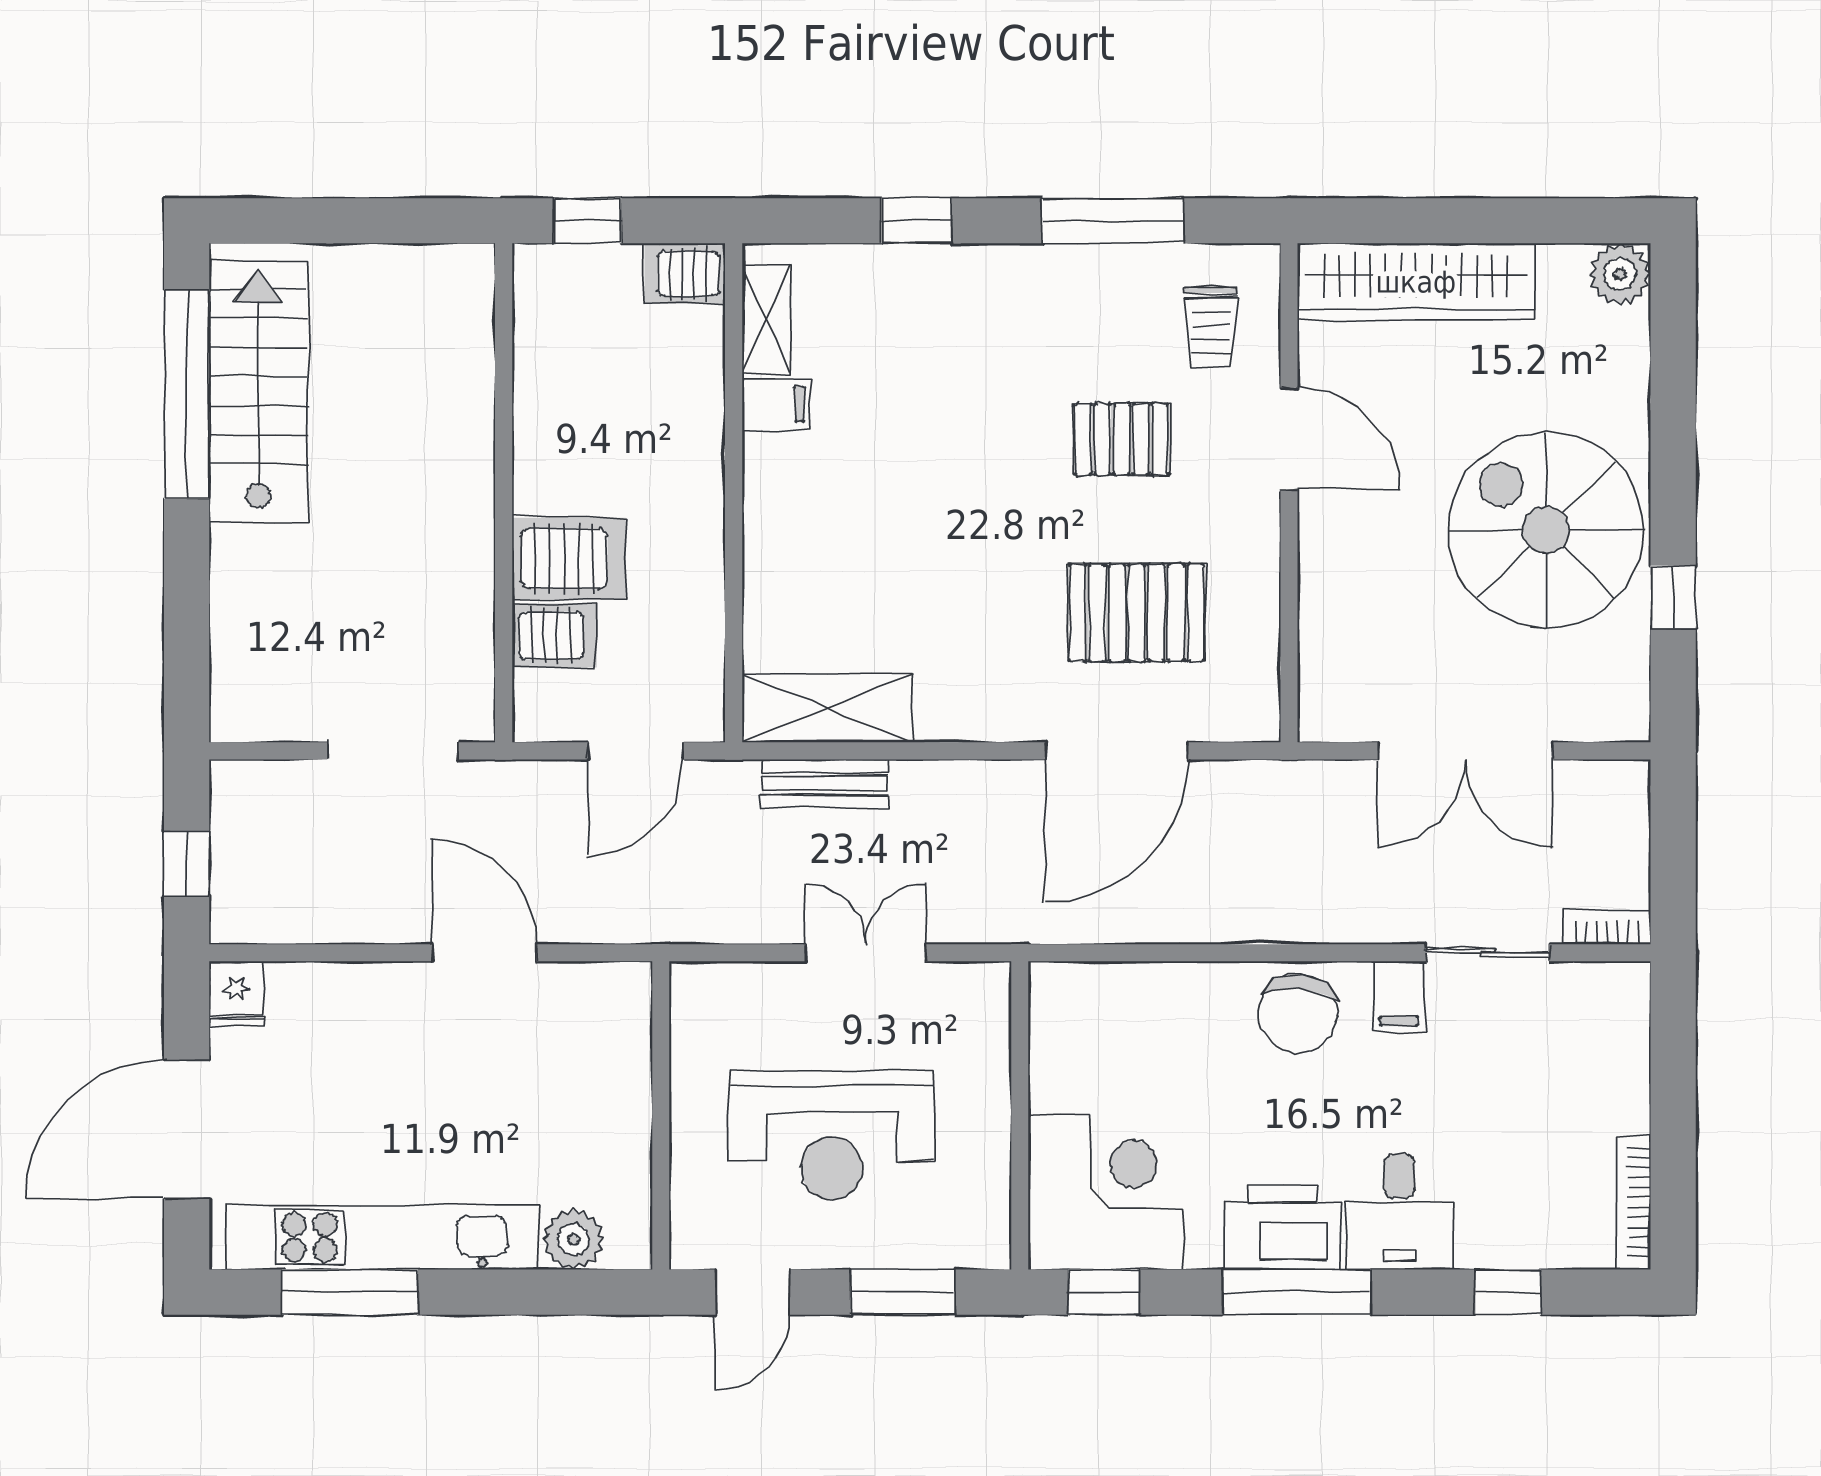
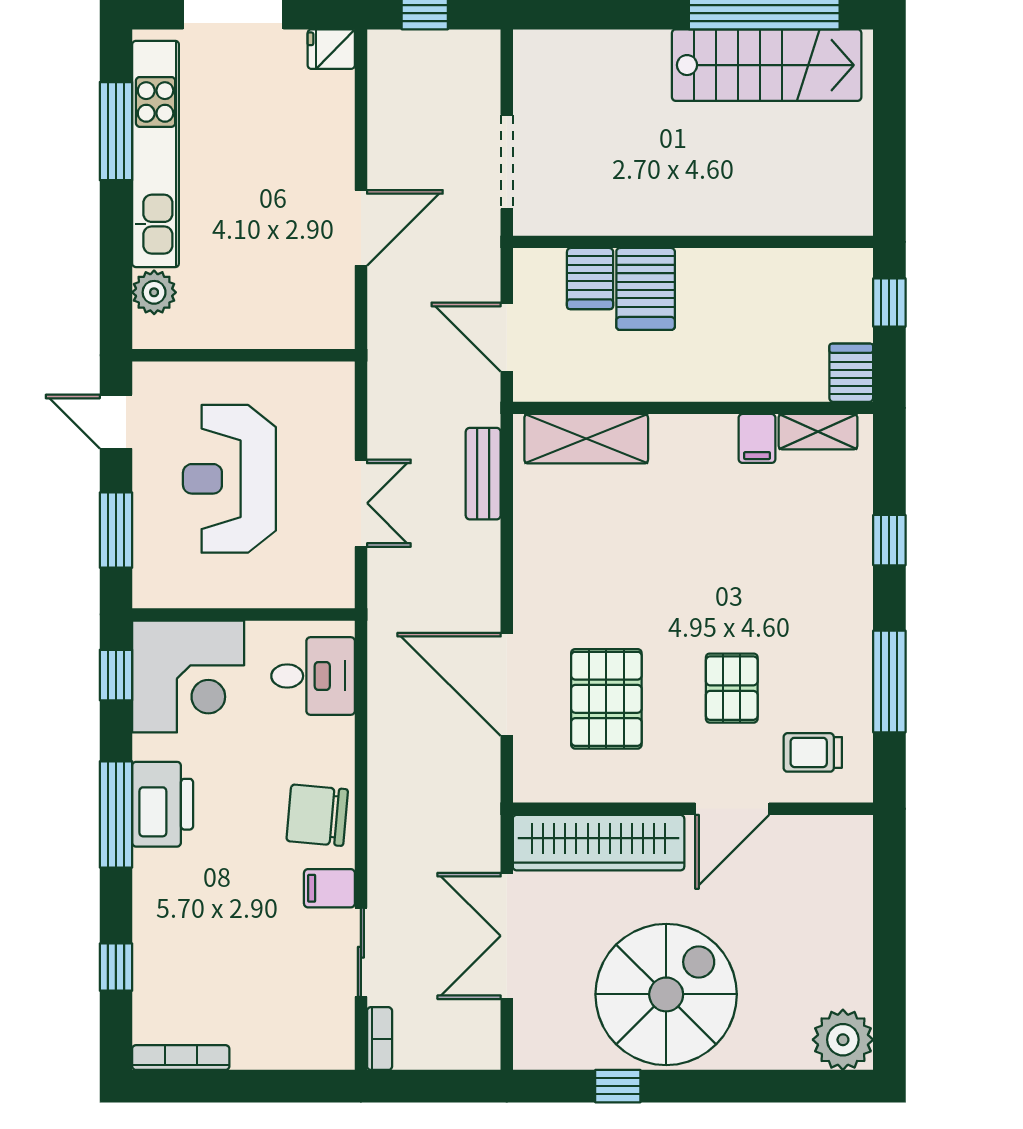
plant: (1620, 274) -> (843, 1040), width x1.36, depth x1.36
wardrobe: (1416, 282) -> (599, 843), moved, turned -90
shelving: (828, 708) -> (586, 439), moved, turned 90
desk: (1399, 1212) -> (313, 676), moved, turned 180

